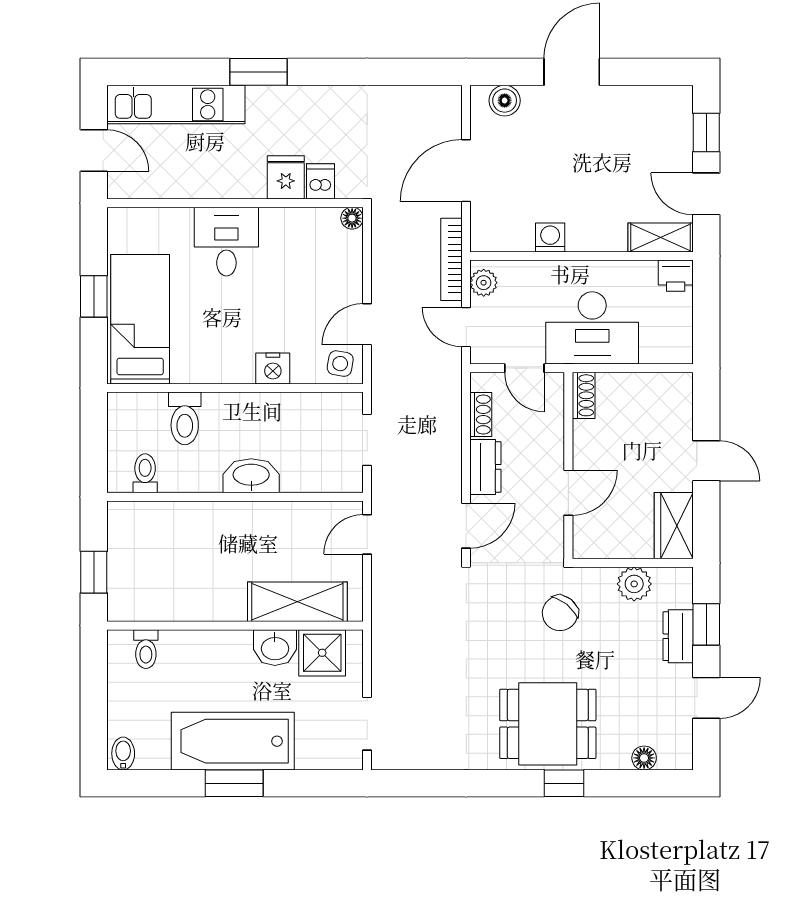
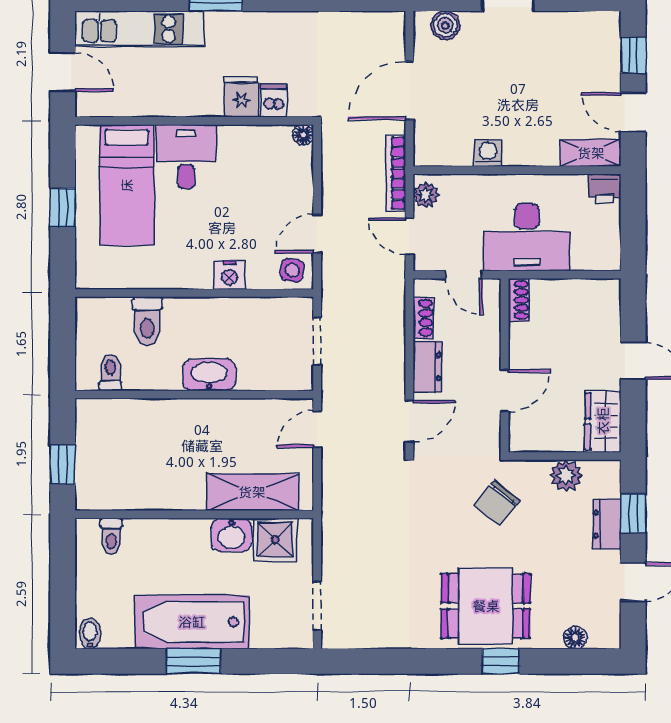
bed: (140, 319) -> (127, 185), moved, turned 180

